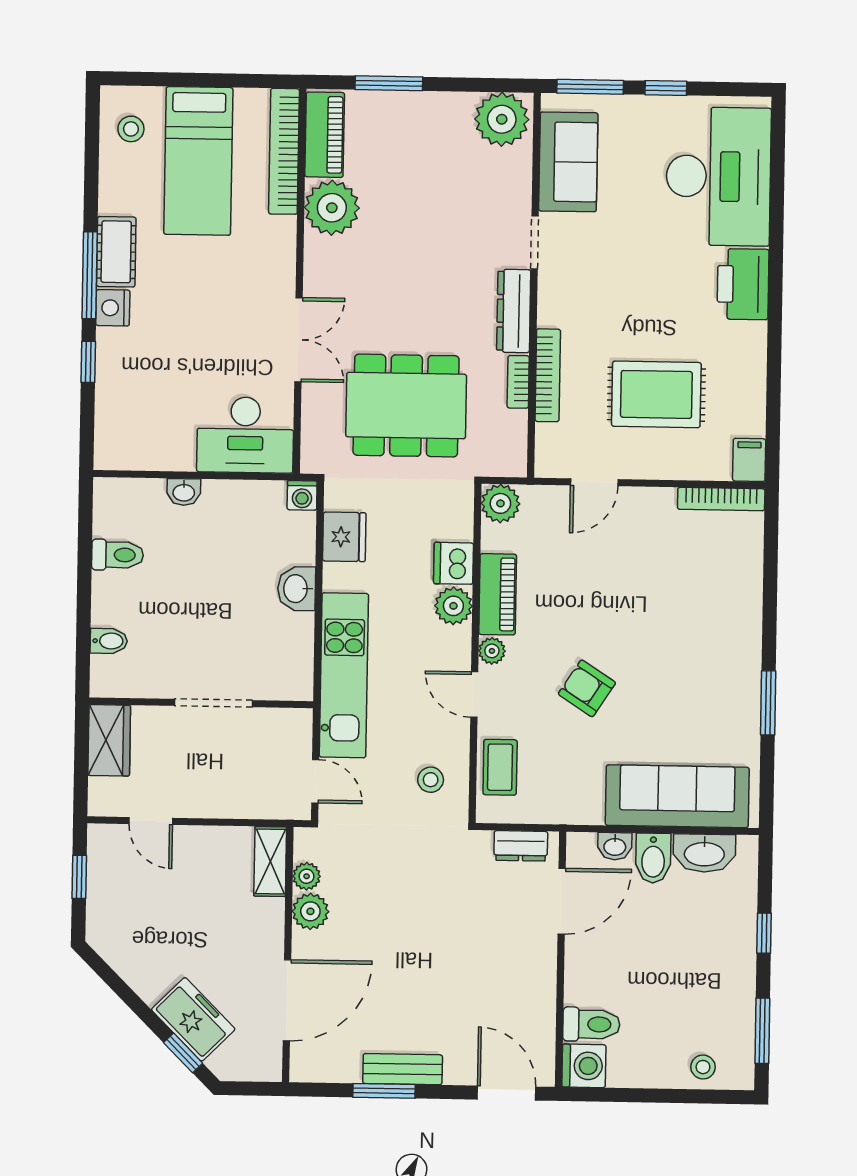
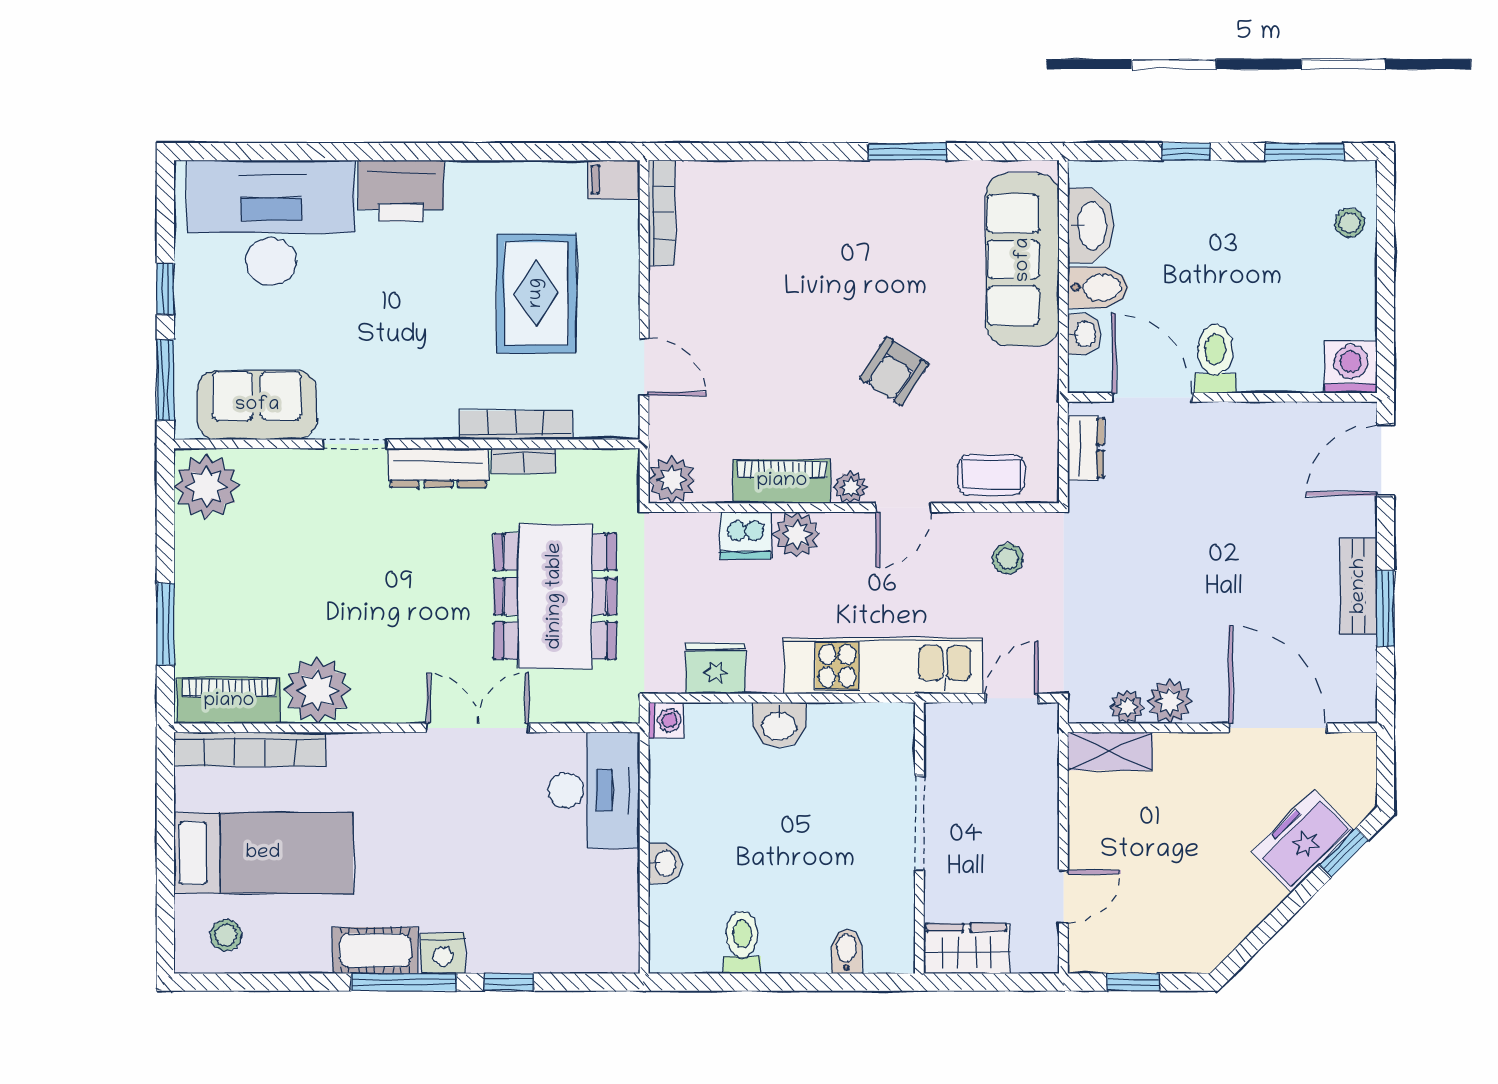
toilet: (591, 1024) -> (1215, 359), moved

